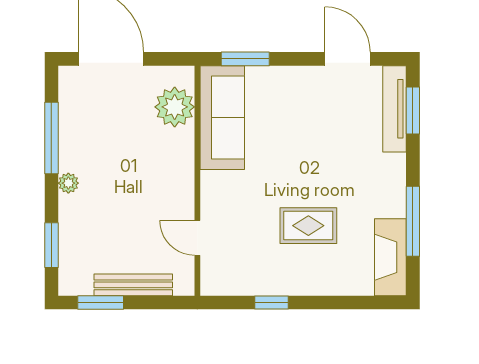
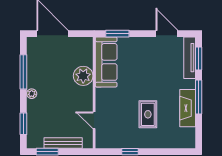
plant: (175, 107) -> (83, 76), moved
window: (413, 221) -> (199, 97), moved
rug: (308, 226) -> (148, 114), turned 90
fireplace: (390, 257) -> (188, 108), moved

